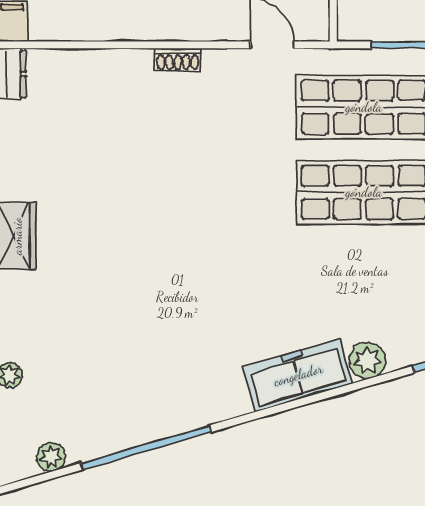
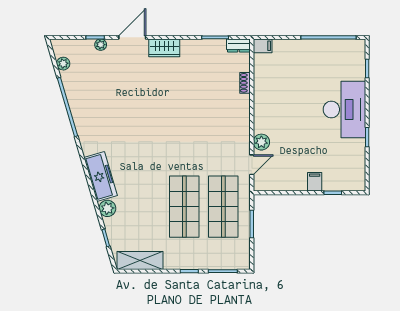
plant: (222, 24) -> (261, 142), added
shoe rack: (178, 59) -> (245, 83), moved

